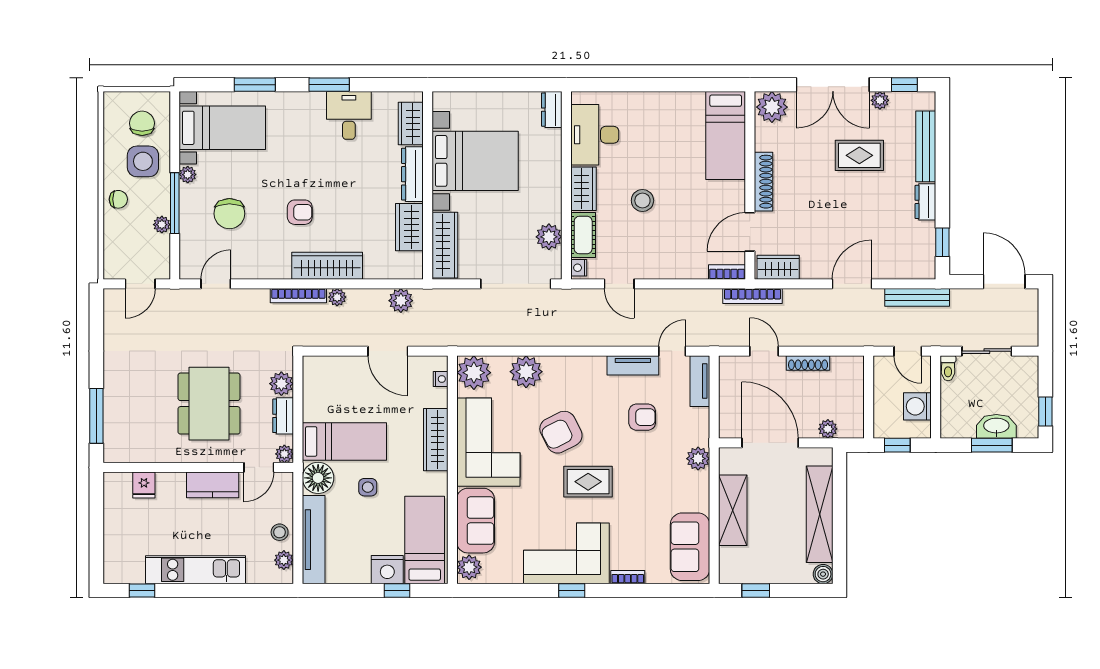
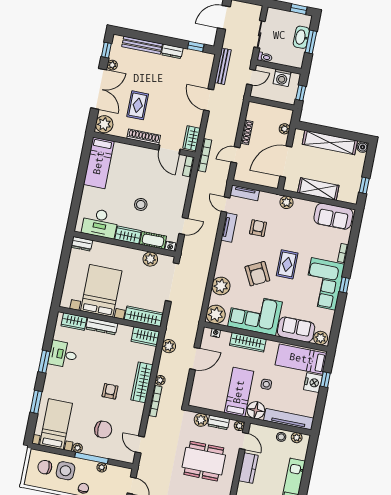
bed: (726, 135) -> (99, 163), moved, turned 90
rug: (859, 155) -> (138, 105), moved
wardrobe: (409, 227) -> (145, 337), moved

